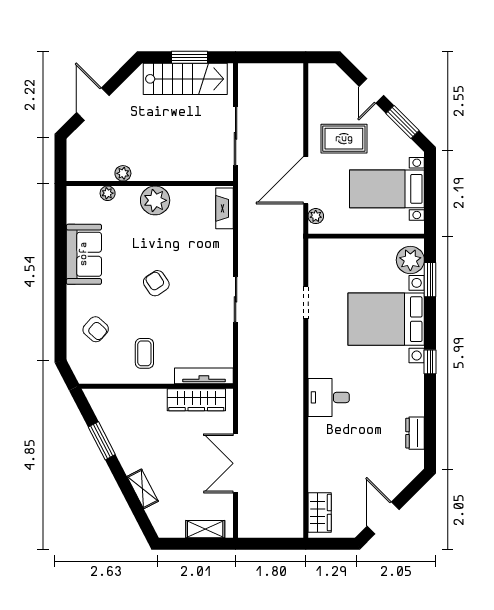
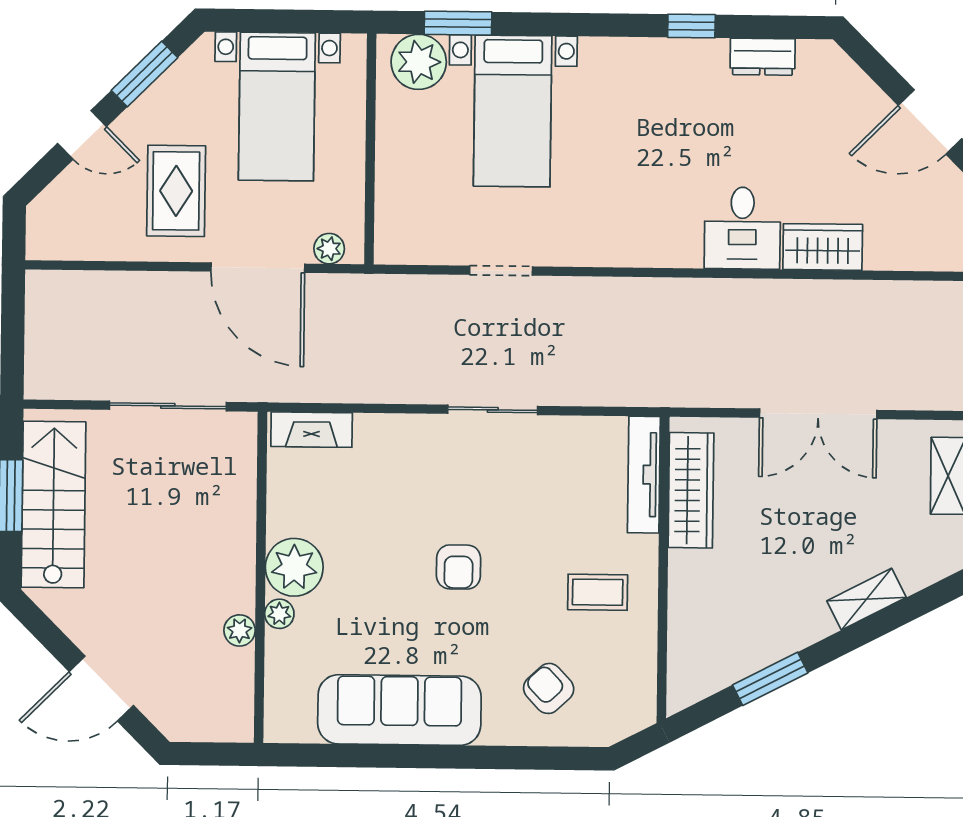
plant: (108, 193) -> (279, 614), moved
sofa: (84, 254) -> (399, 710), width x1.36
armchair: (156, 283) -> (459, 567), turned -56
bed with nightstands: (386, 319) -> (513, 111), width x0.73
armchair: (96, 329) -> (549, 688), turned -85
window: (430, 362) -> (691, 26), moved
desk: (329, 397) -> (742, 228), moved
wardrobe: (320, 513) -> (823, 247), moved

